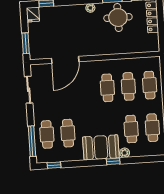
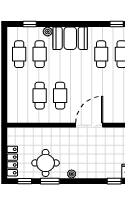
door: (65, 60) -> (89, 125), moved
cafe table: (150, 85) -> (19, 96), removed
window: (113, 161) -> (30, 24), moved

